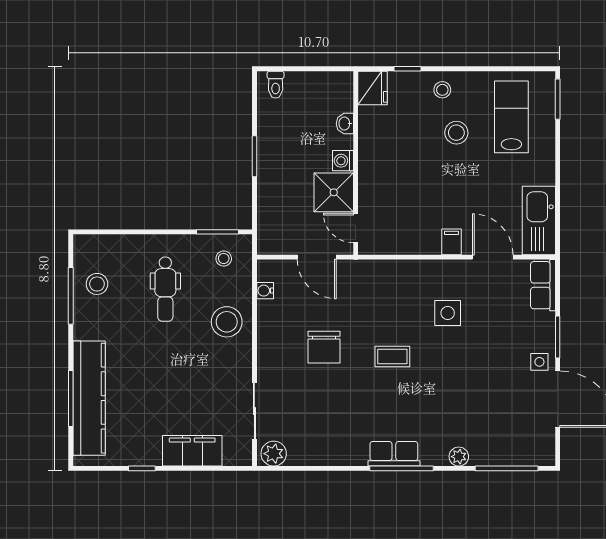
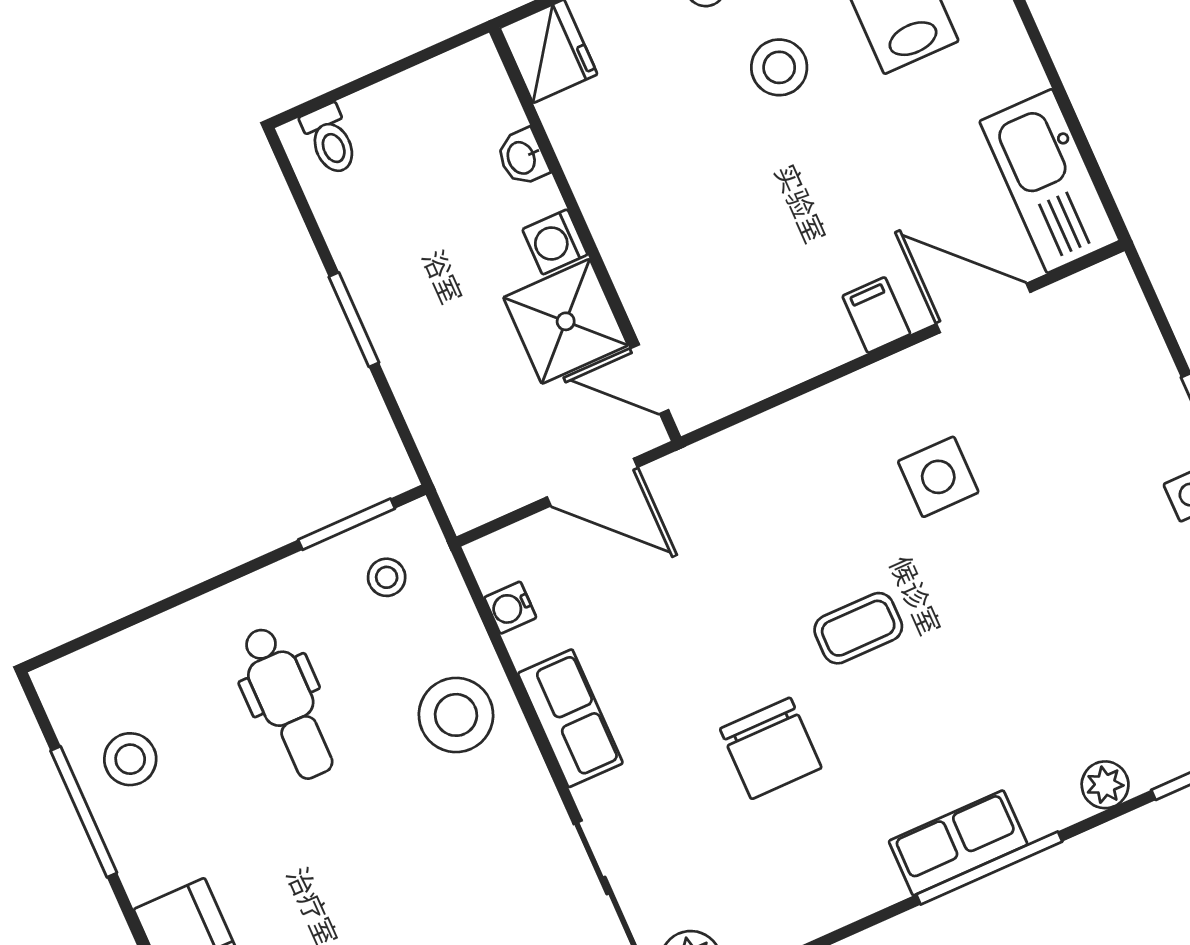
row of seats: (543, 285) -> (570, 718), moved, turned 180
chair: (324, 347) -> (771, 748), moved

